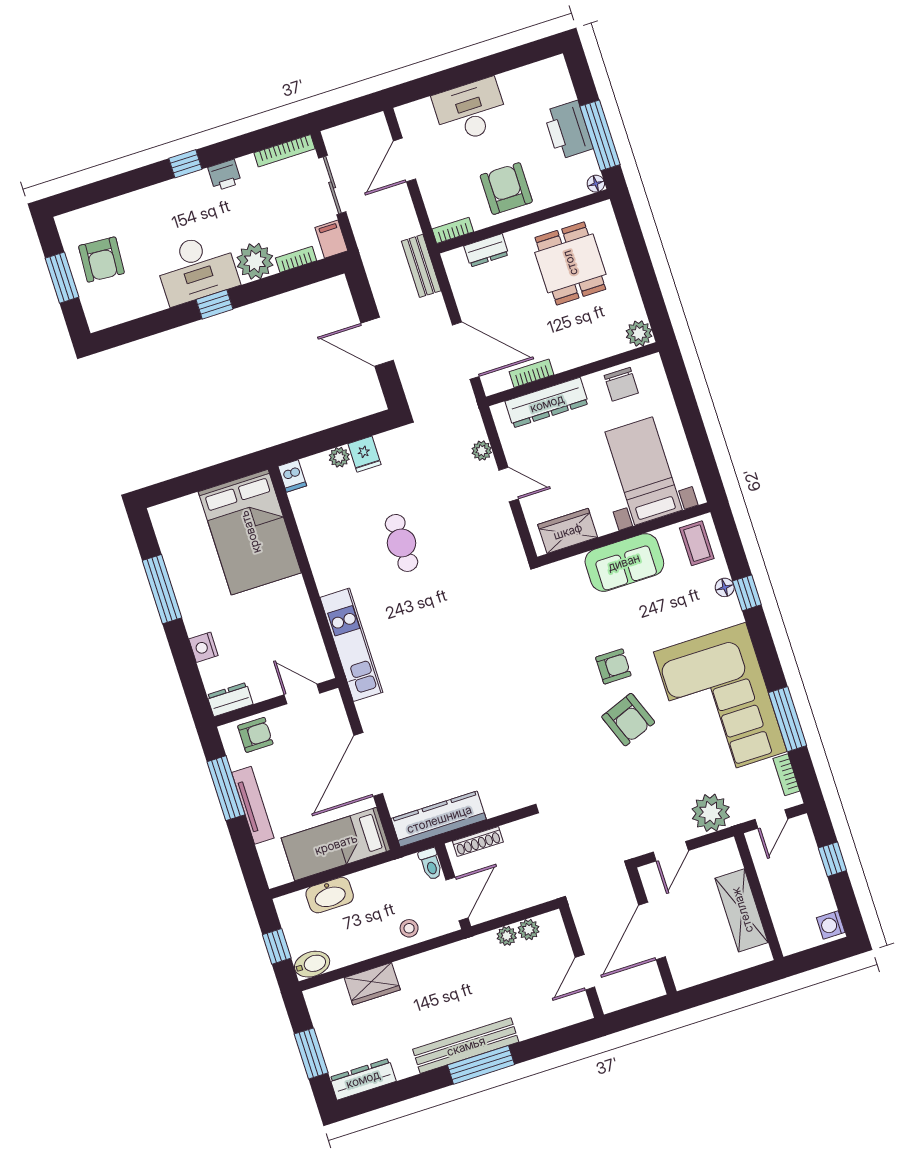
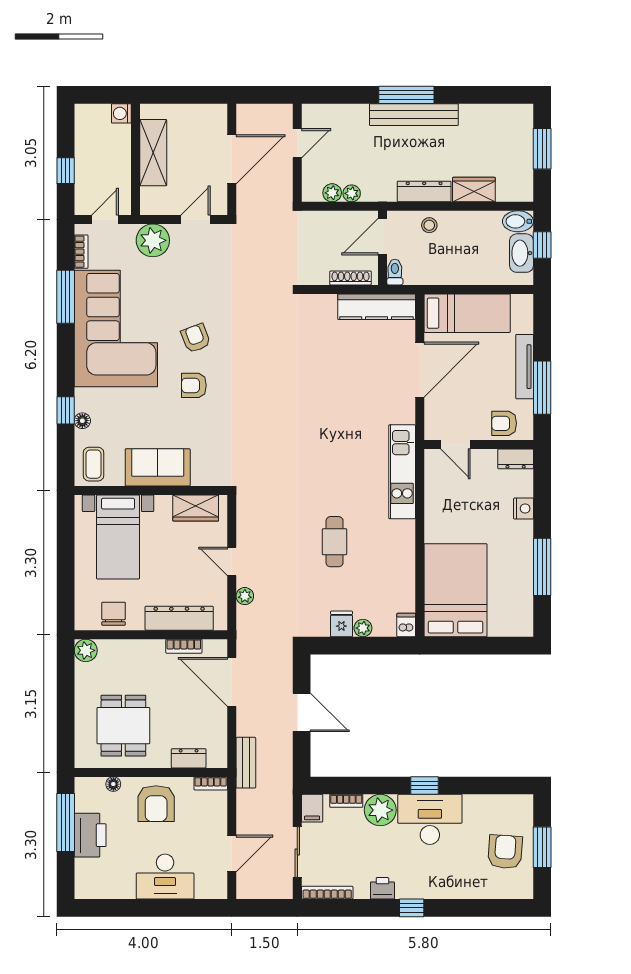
floor lamp: (596, 184) -> (113, 784), moved
armchair: (628, 720) -> (196, 338), width x0.72, depth x0.72
washbasin: (330, 895) -> (522, 253), moved, turned -90
washing machine: (831, 925) -> (121, 113), moved, turned 180
dresser: (363, 1079) -> (424, 192), moved, turned 180

